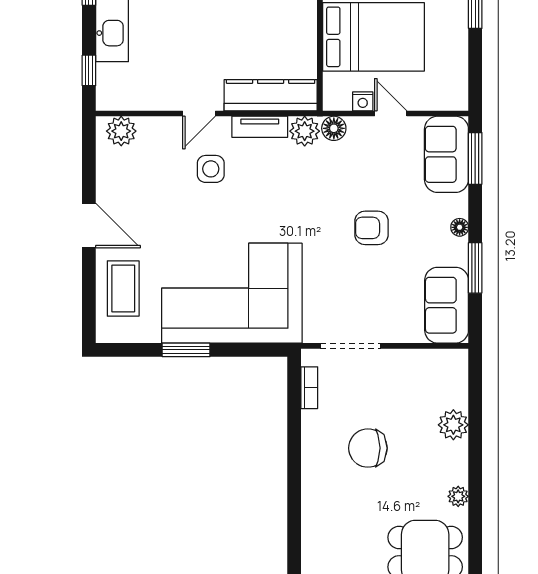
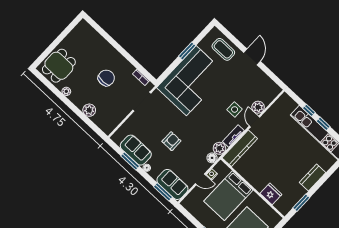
window: (89, 70) -> (309, 110), moved
plant: (121, 131) -> (258, 107), moved
door: (89, 226) -> (252, 57), swing flipped
sofa: (447, 305) -> (136, 150), moved

